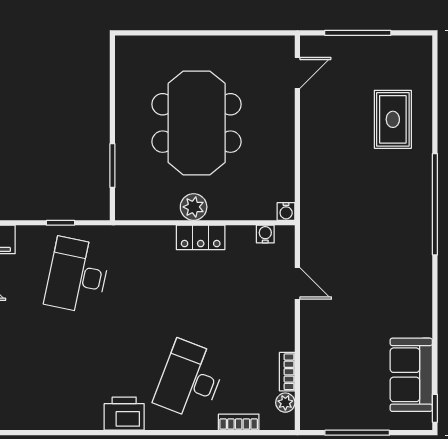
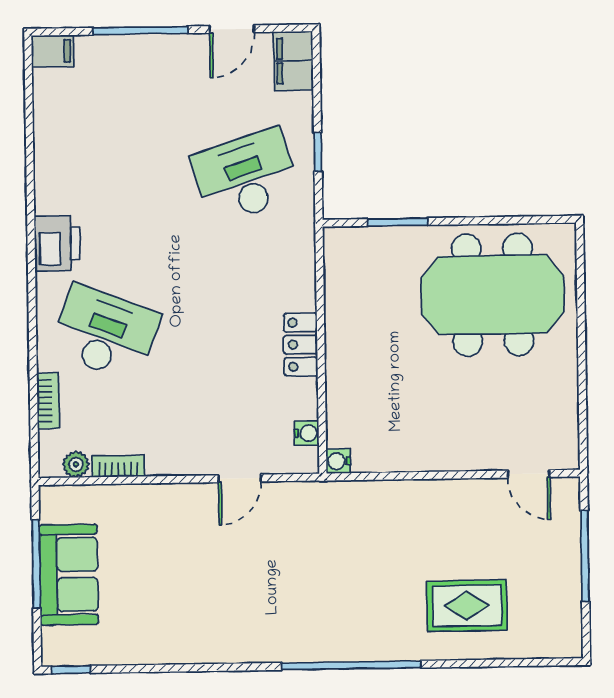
meeting table: (197, 123) -> (493, 295), moved
plant: (194, 207) -> (342, 334), removed
desk: (77, 276) -> (246, 176), turned -30
sofa: (411, 375) -> (69, 575), moved, turned 90

